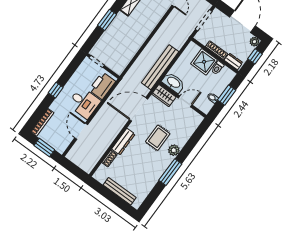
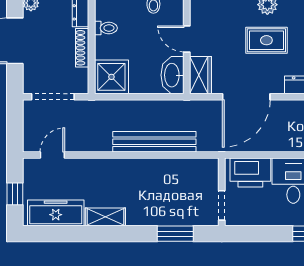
window: (107, 20) -> (175, 234), moved
shower: (204, 62) -> (111, 77), moved
bench: (160, 67) -> (154, 142), moved
door: (139, 109) -> (246, 97), hinge flipped

